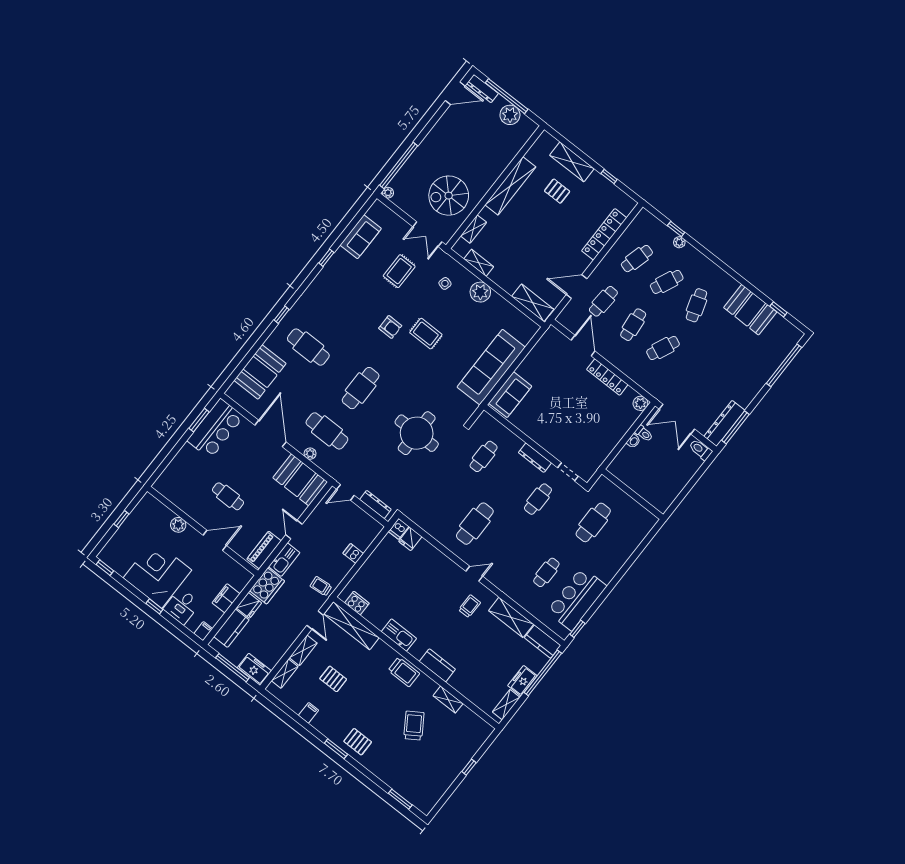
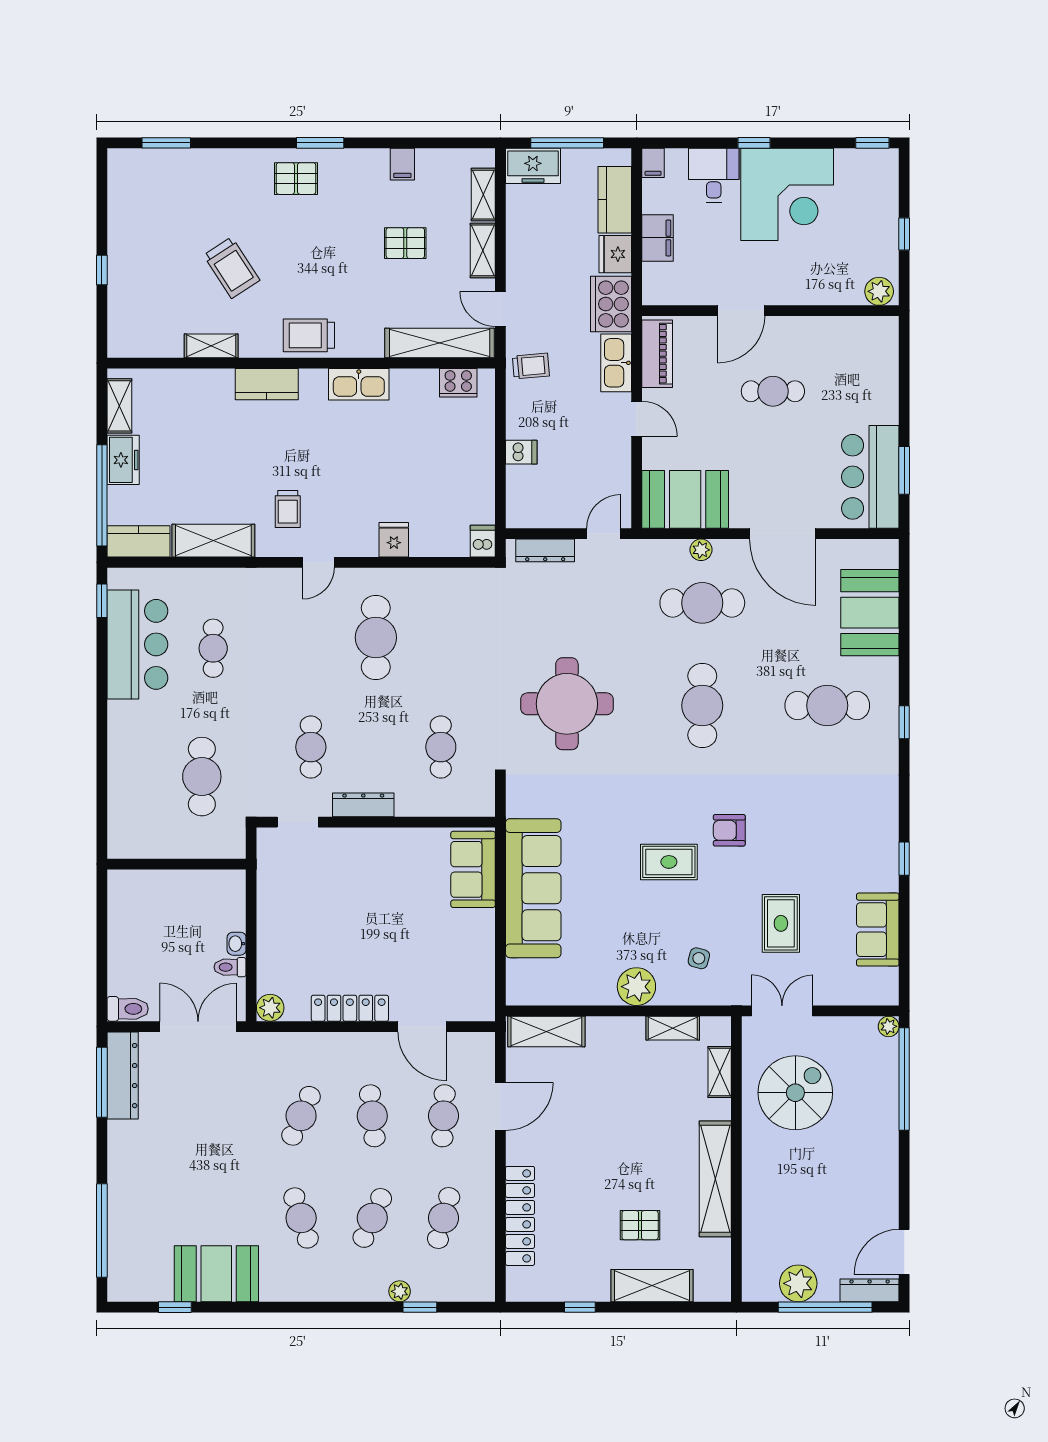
plant: (178, 525) -> (879, 291), moved
fridge: (410, 539) -> (394, 540), moved

